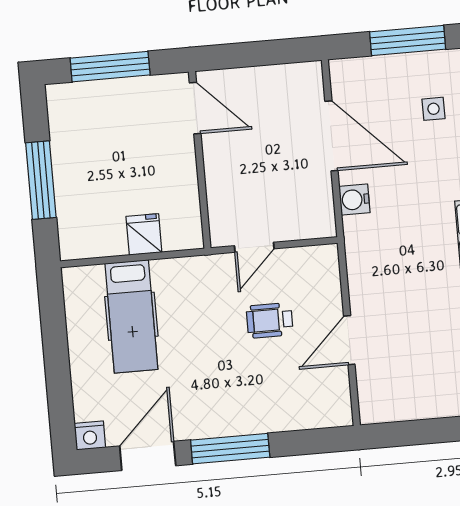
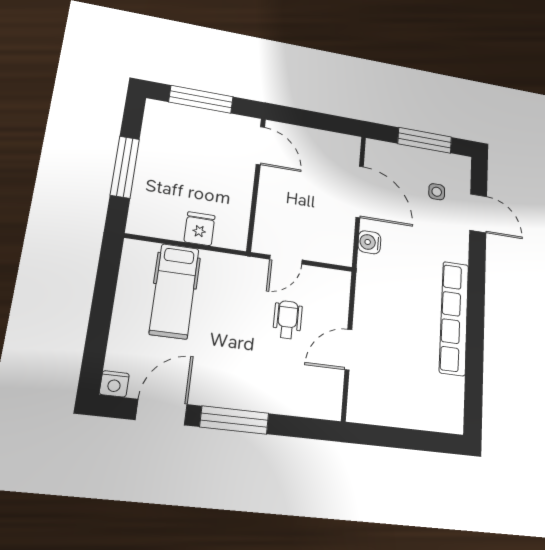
wheelchair: (270, 320) -> (288, 320), turned 90

